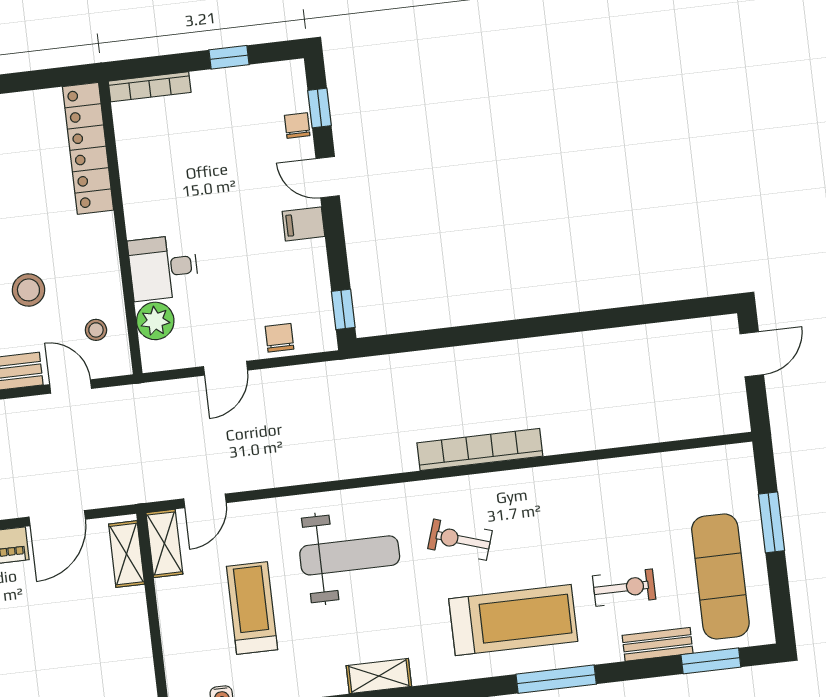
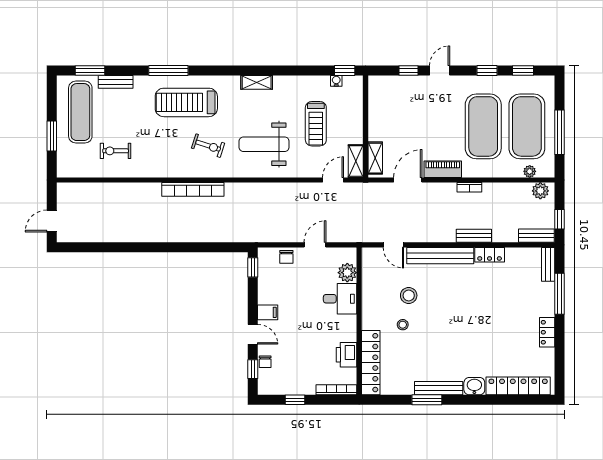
printer: (138, 158) -> (346, 355), added
stool: (96, 330) -> (403, 325), moved
exercise bike: (624, 588) -> (116, 151), moved

